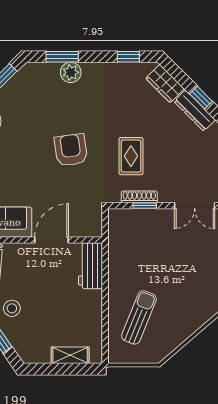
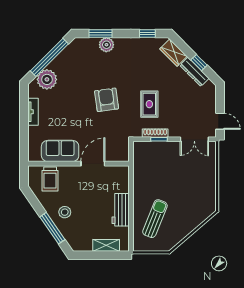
workbench: (91, 266) -> (121, 210), moved

